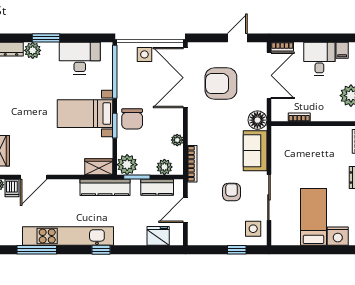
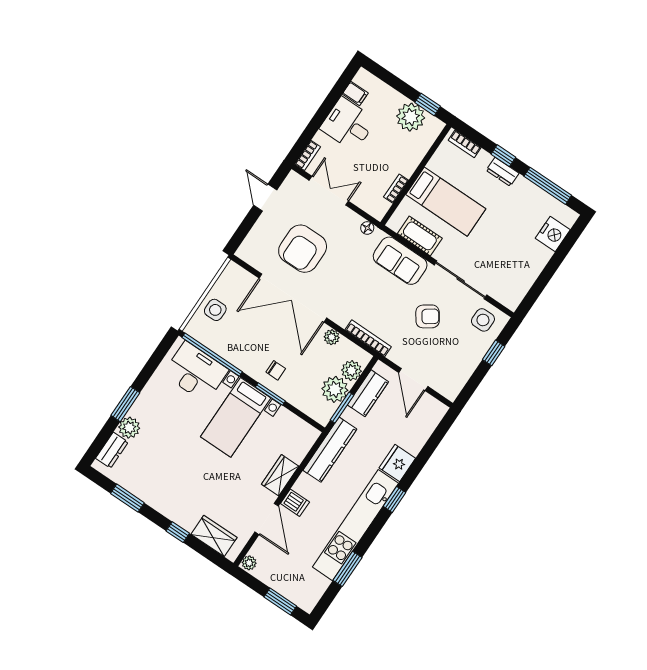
desk: (80, 58) -> (196, 372), moved, turned 90
double door: (269, 75) -> (329, 191), width x0.73
double door: (185, 78) -> (293, 298), moved
chair: (132, 119) -> (276, 370), width x0.54, depth x0.54
floor lamp: (257, 120) -> (367, 228), width x0.53, depth x0.53
cot: (279, 153) -> (420, 236), added
plant: (127, 165) -> (335, 389), moved
wardrobe: (99, 167) -> (280, 475), moved
dishwasher: (12, 188) -> (295, 503), moved
armchair: (232, 192) -> (428, 316), turned 145
bed: (313, 217) -> (446, 202), moved, turned 180
fridge: (158, 236) -> (397, 463), moved
window: (37, 250) -> (347, 569), width x0.69

